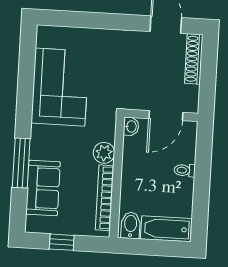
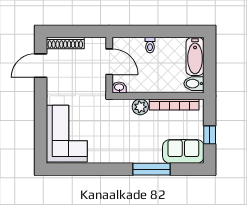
corner sofa: (60, 87) -> (67, 134), moved, turned 90
sofa: (43, 188) -> (183, 151), moved

